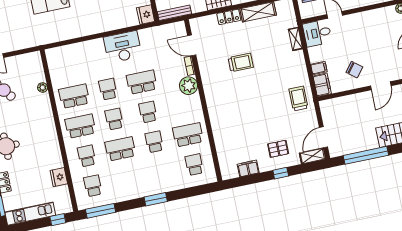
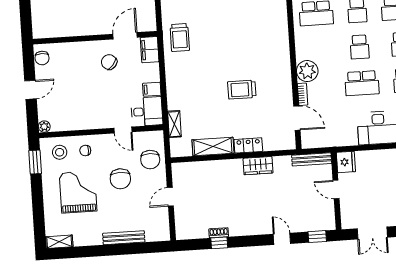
shelving: (295, 39) -> (174, 124), moved
filing cabinet: (319, 68) -> (152, 89), moved
door: (381, 86) -> (125, 36), moved

